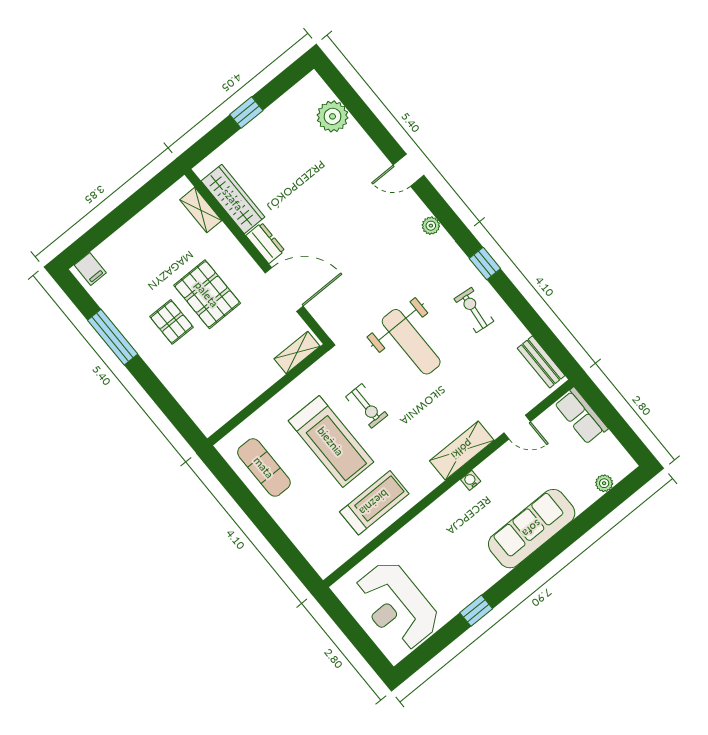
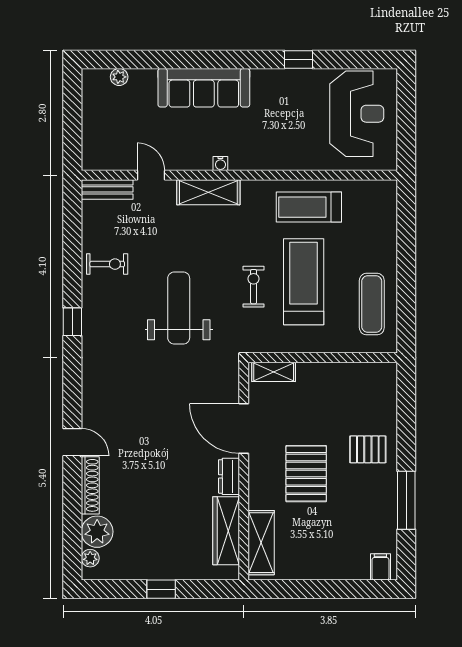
shoe rack: (367, 148) -> (90, 485), added
shelving: (201, 210) -> (261, 543), width x1.50, depth x1.33
plant: (431, 226) -> (90, 558), moved
exercise bike: (474, 310) -> (107, 264), moved, turned -96
pallet: (172, 322) -> (368, 449), moved, turned 90
bench: (541, 362) -> (107, 189), moved, turned 90
row of seats: (581, 416) -> (94, 143), removed

